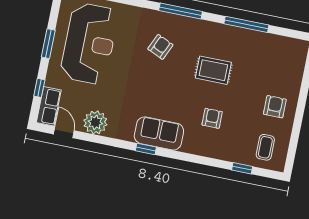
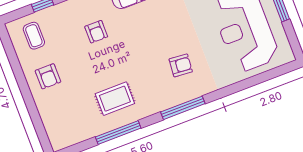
armchair: (160, 47) -> (181, 65), turned -109
rug: (213, 70) -> (115, 99), moved

